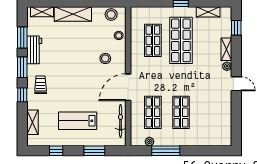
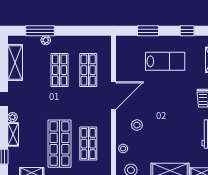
shelving: (224, 120) -> (15, 62), added
bicycle: (121, 121) -> (121, 61), removed
plant: (149, 142) -> (46, 40), moved
window: (166, 151) -> (40, 31), moved

